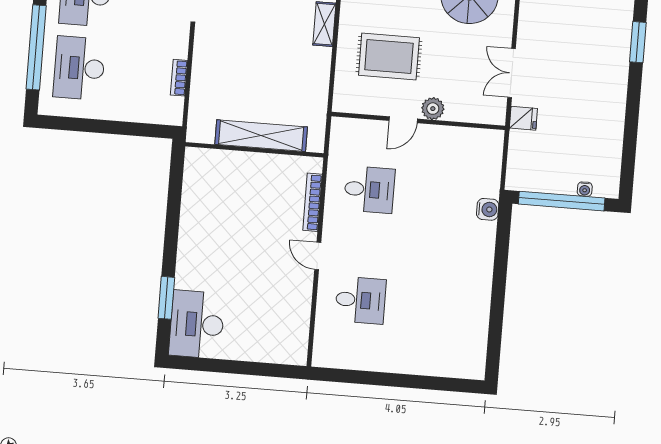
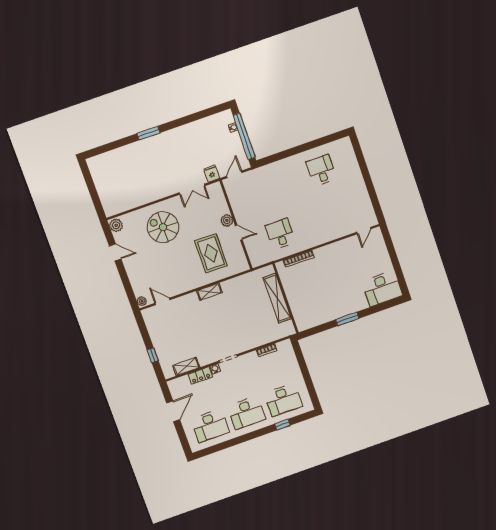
window: (36, 47) -> (283, 425), width x0.32
door: (505, 156) -> (234, 174), added
water cooler: (488, 209) -> (264, 171), removed
door: (318, 256) -> (364, 231), moved
window: (166, 298) -> (347, 319), moved
desk: (360, 300) -> (321, 170), moved

